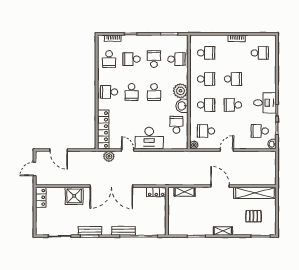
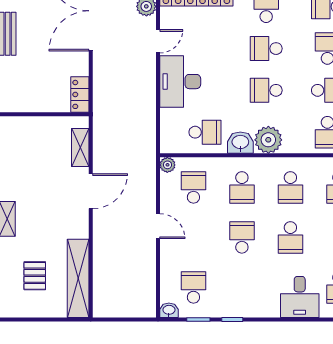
desk: (265, 103) -> (300, 297), moved
door: (220, 186) -> (91, 191), moved

